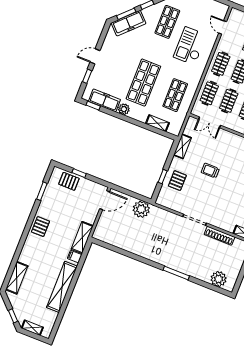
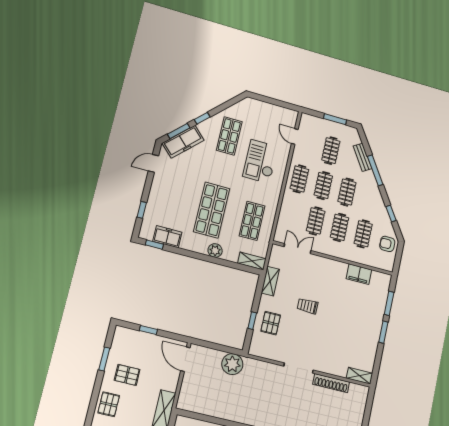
door: (95, 56) -> (153, 163), moved
clothes rail: (209, 93) -> (292, 214), removed
freezer: (104, 100) -> (167, 237), width x0.71
plant: (124, 109) -> (215, 250), moved
double door: (210, 122) -> (298, 249), swing flipped
shelving: (157, 123) -> (252, 261), moved
pallet: (69, 181) -> (127, 375), moved
door: (105, 200) -> (185, 359), swing flipped

